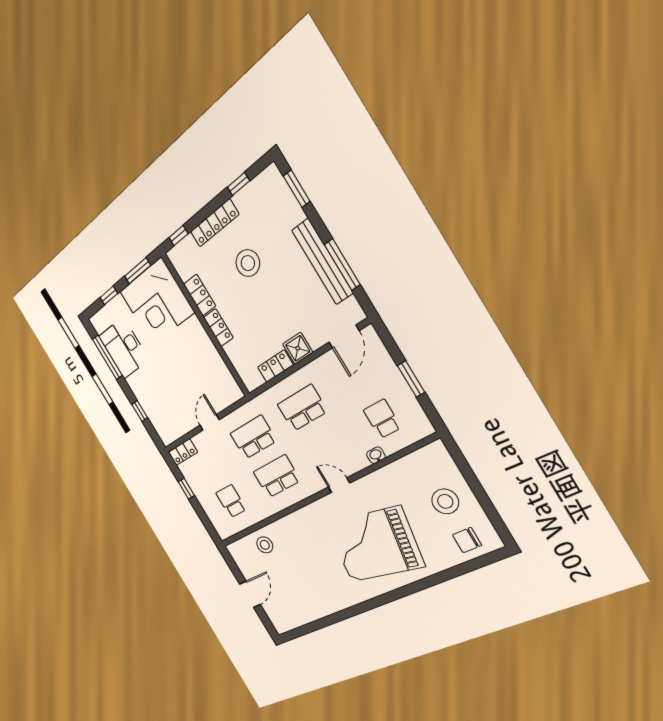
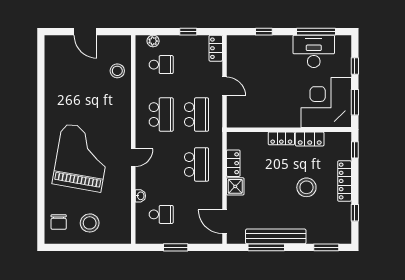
plant: (216, 521) -> (153, 41), added
chair: (467, 540) -> (59, 222), turned 180

